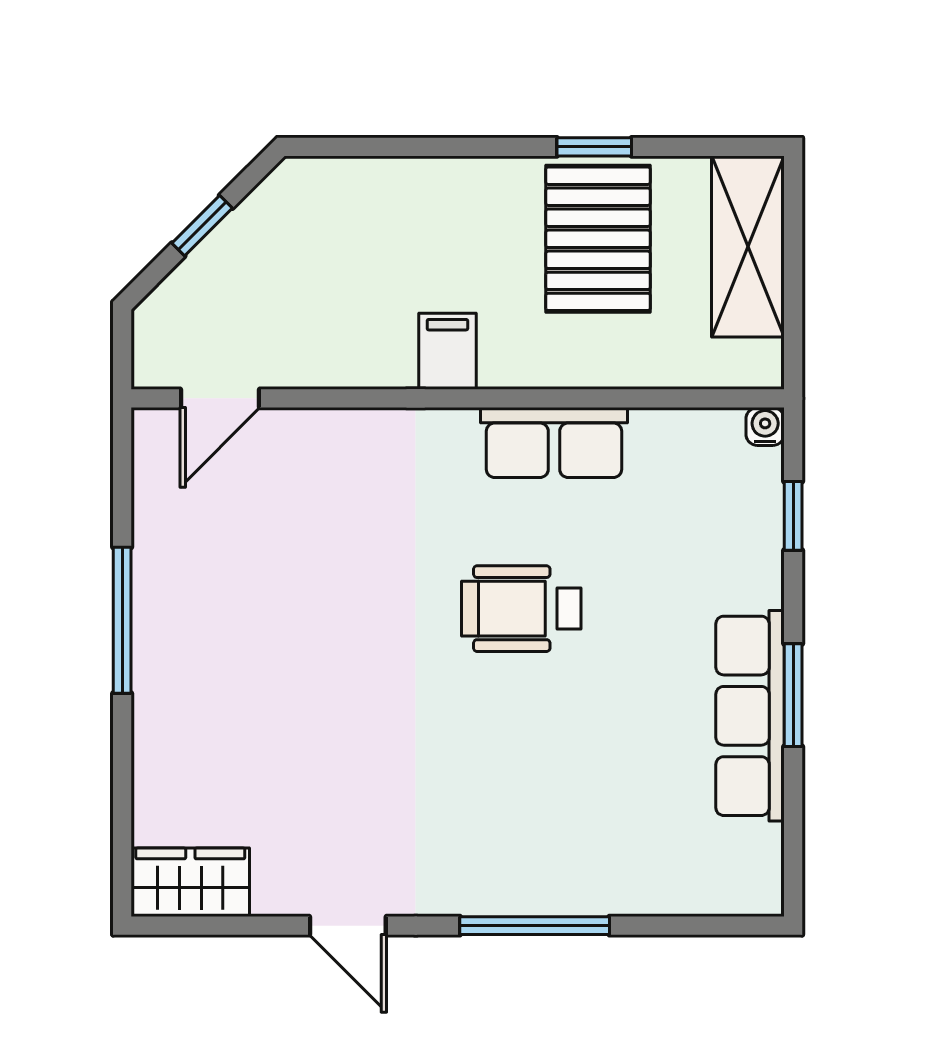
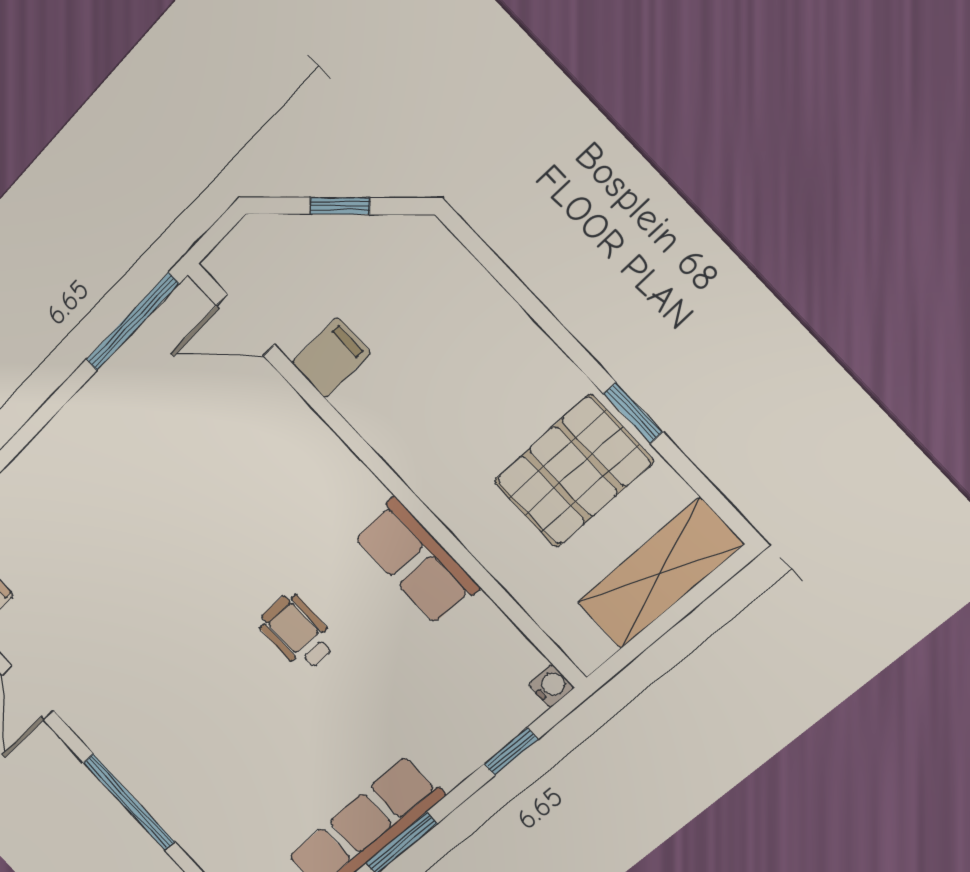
filing cabinet: (447, 351) -> (331, 358), moved
wheelchair: (521, 609) -> (297, 632), width x0.73, depth x0.73
window: (122, 620) -> (132, 322), moved

